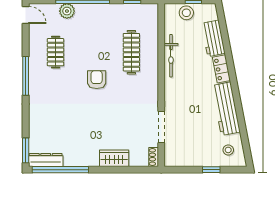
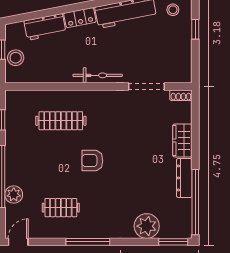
bicycle: (171, 56) -> (98, 75), moved
plant: (39, 127) -> (147, 226), added
dresser: (46, 160) -> (184, 178), moved

